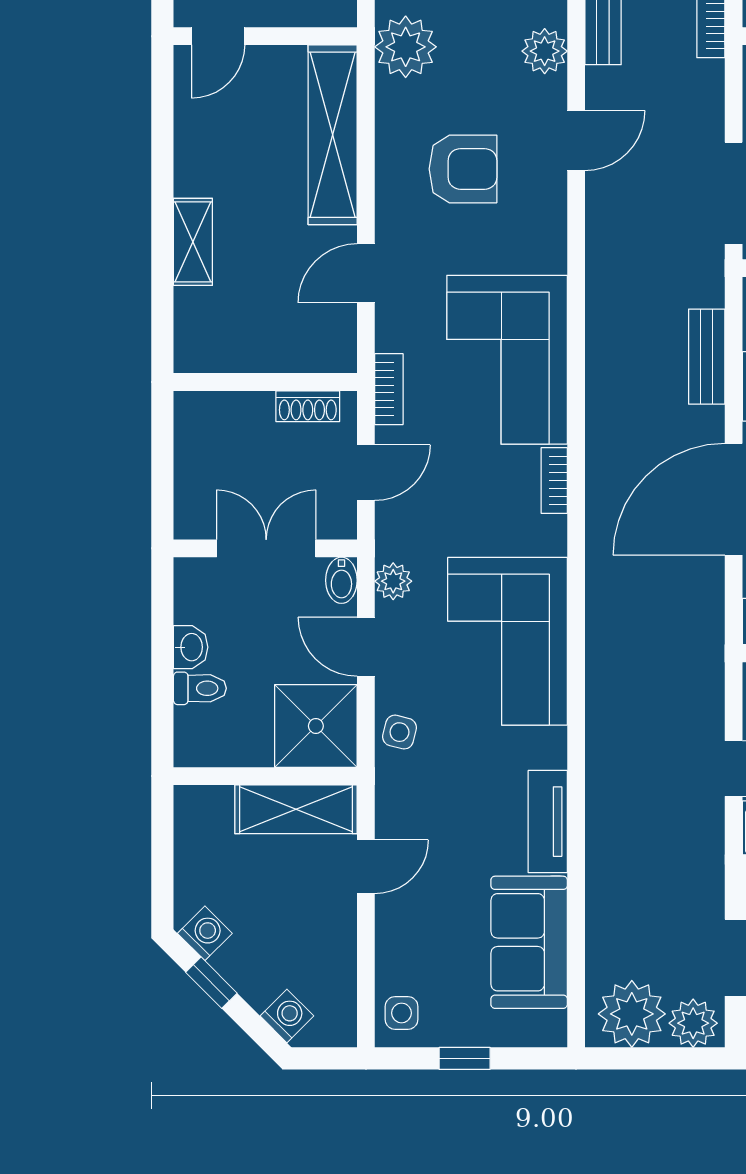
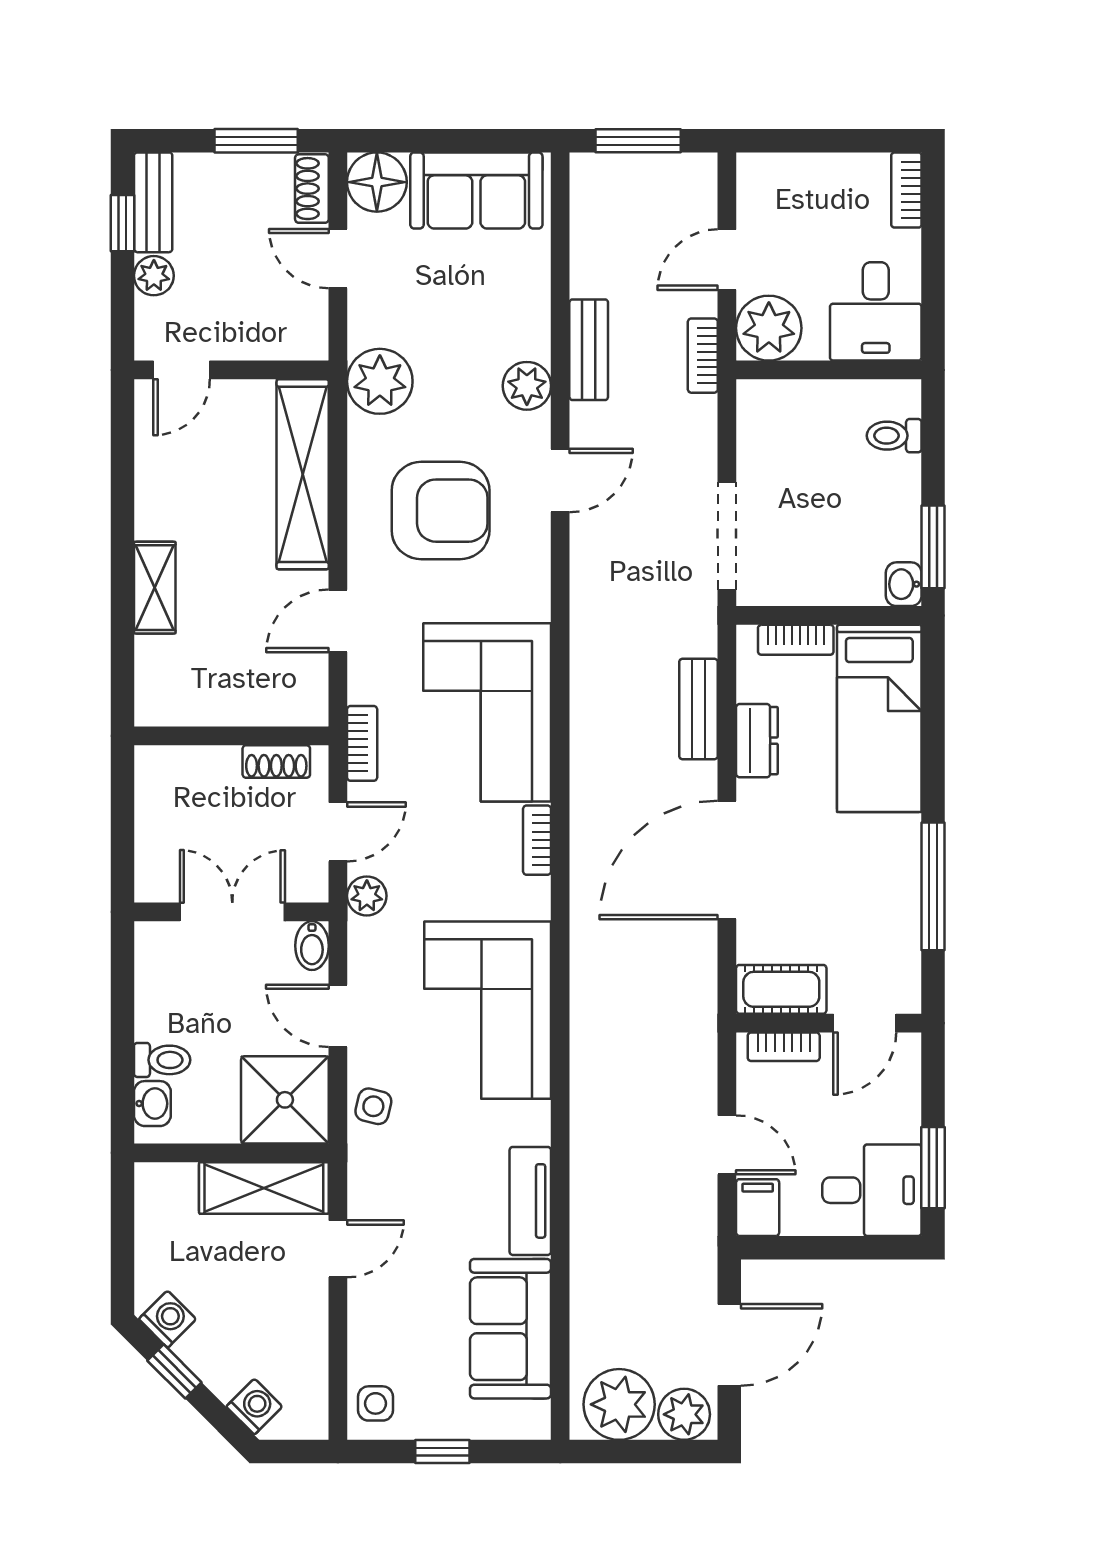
armchair: (463, 169) -> (441, 511), width x1.36, depth x1.36
plant: (393, 581) -> (367, 896), moved
washbasin: (191, 647) -> (152, 1104), moved

